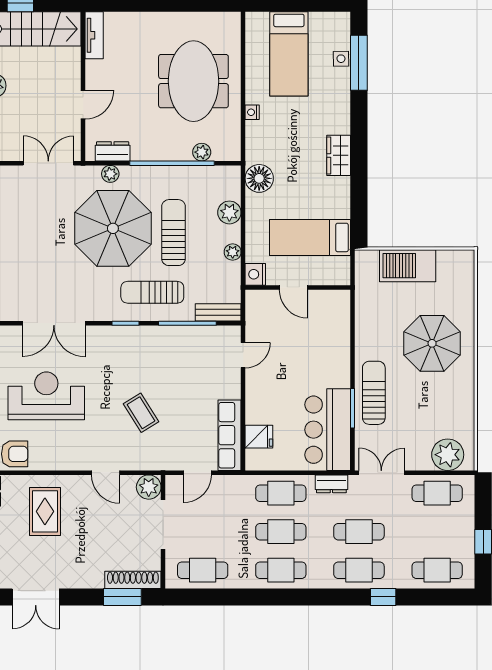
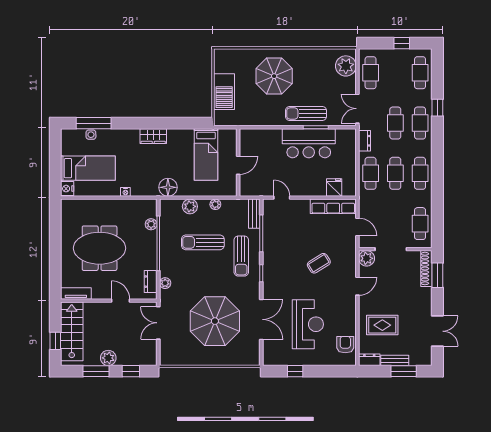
meeting table: (193, 81) -> (100, 248), moved
parasol: (113, 228) -> (215, 321), moved
nightstand: (255, 274) -> (67, 189), moved, turned 90
reception desk: (46, 396) -> (308, 324), turned 180
bar counter: (328, 430) -> (309, 143), moved

